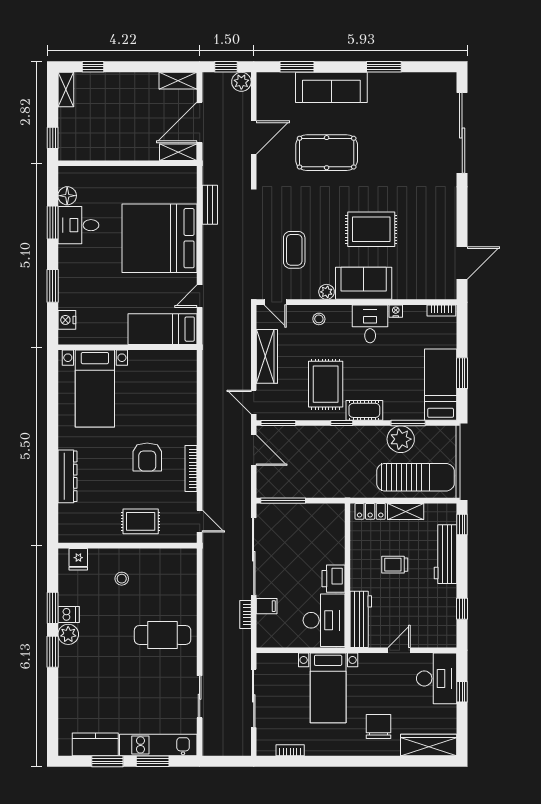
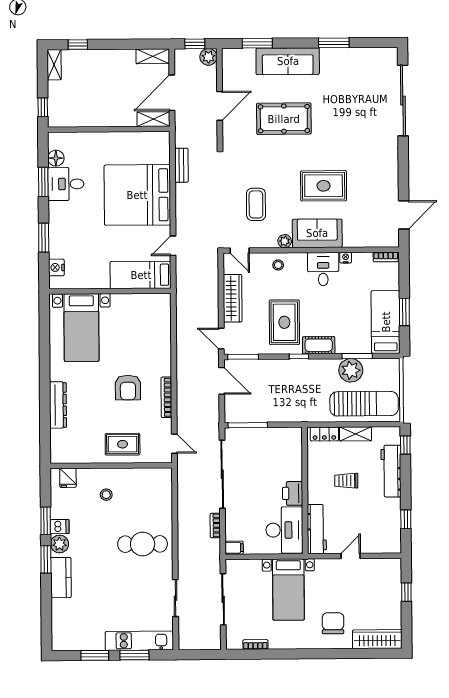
filing cabinet: (267, 606) -> (234, 548), moved
desk: (437, 678) -> (384, 581), removed
kitchen counter: (95, 744) -> (61, 578), moved, turned 90

